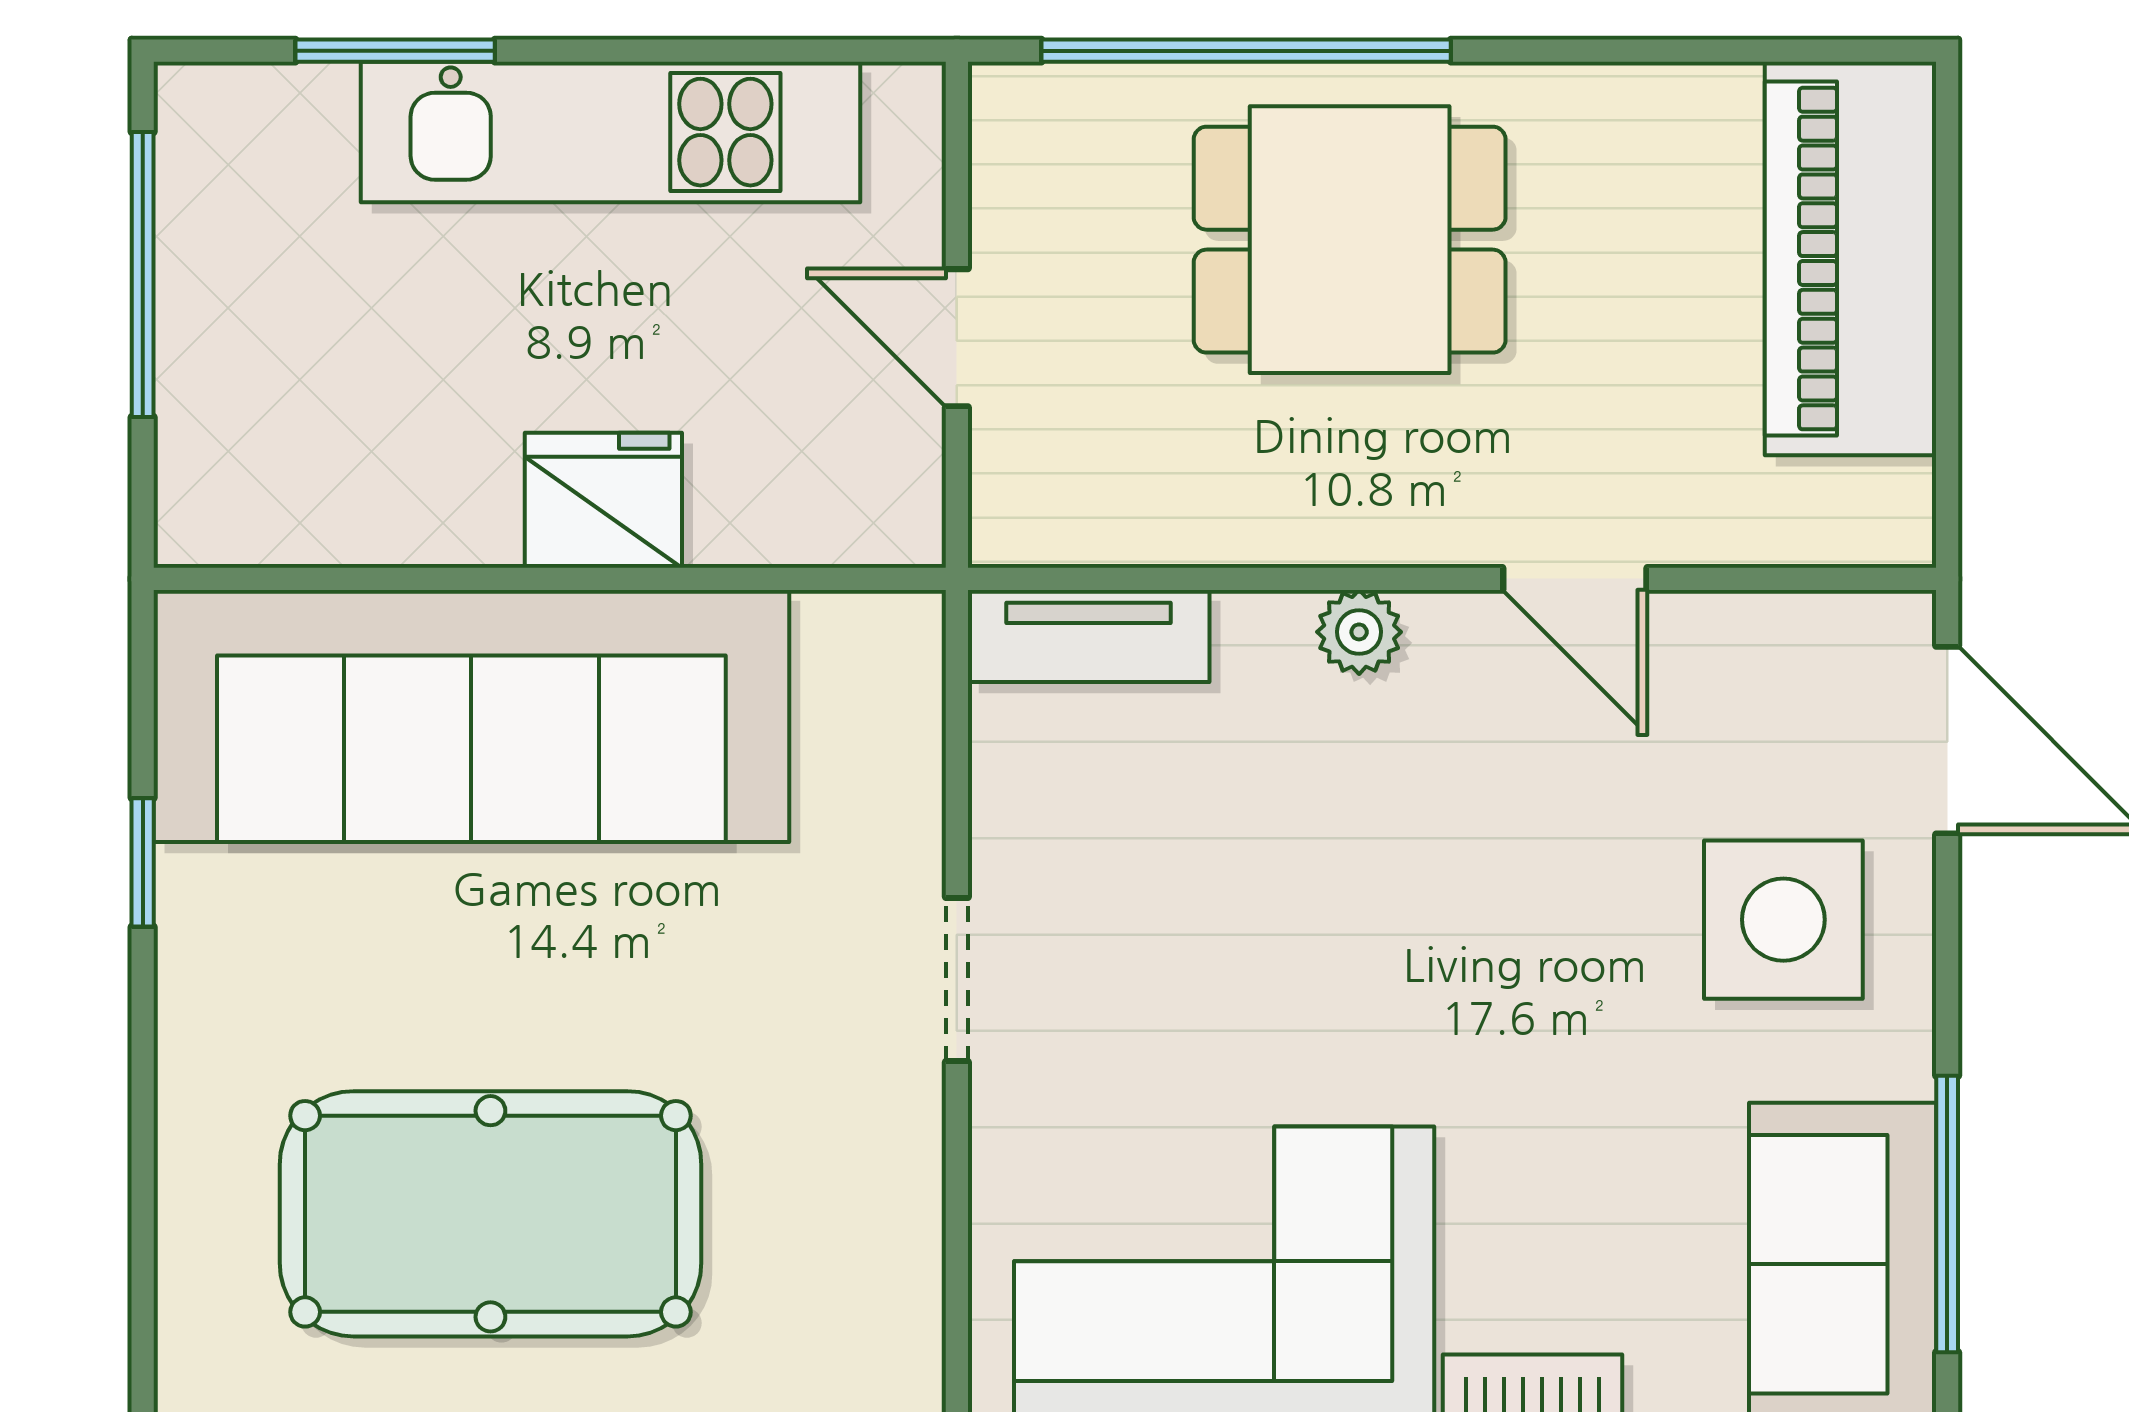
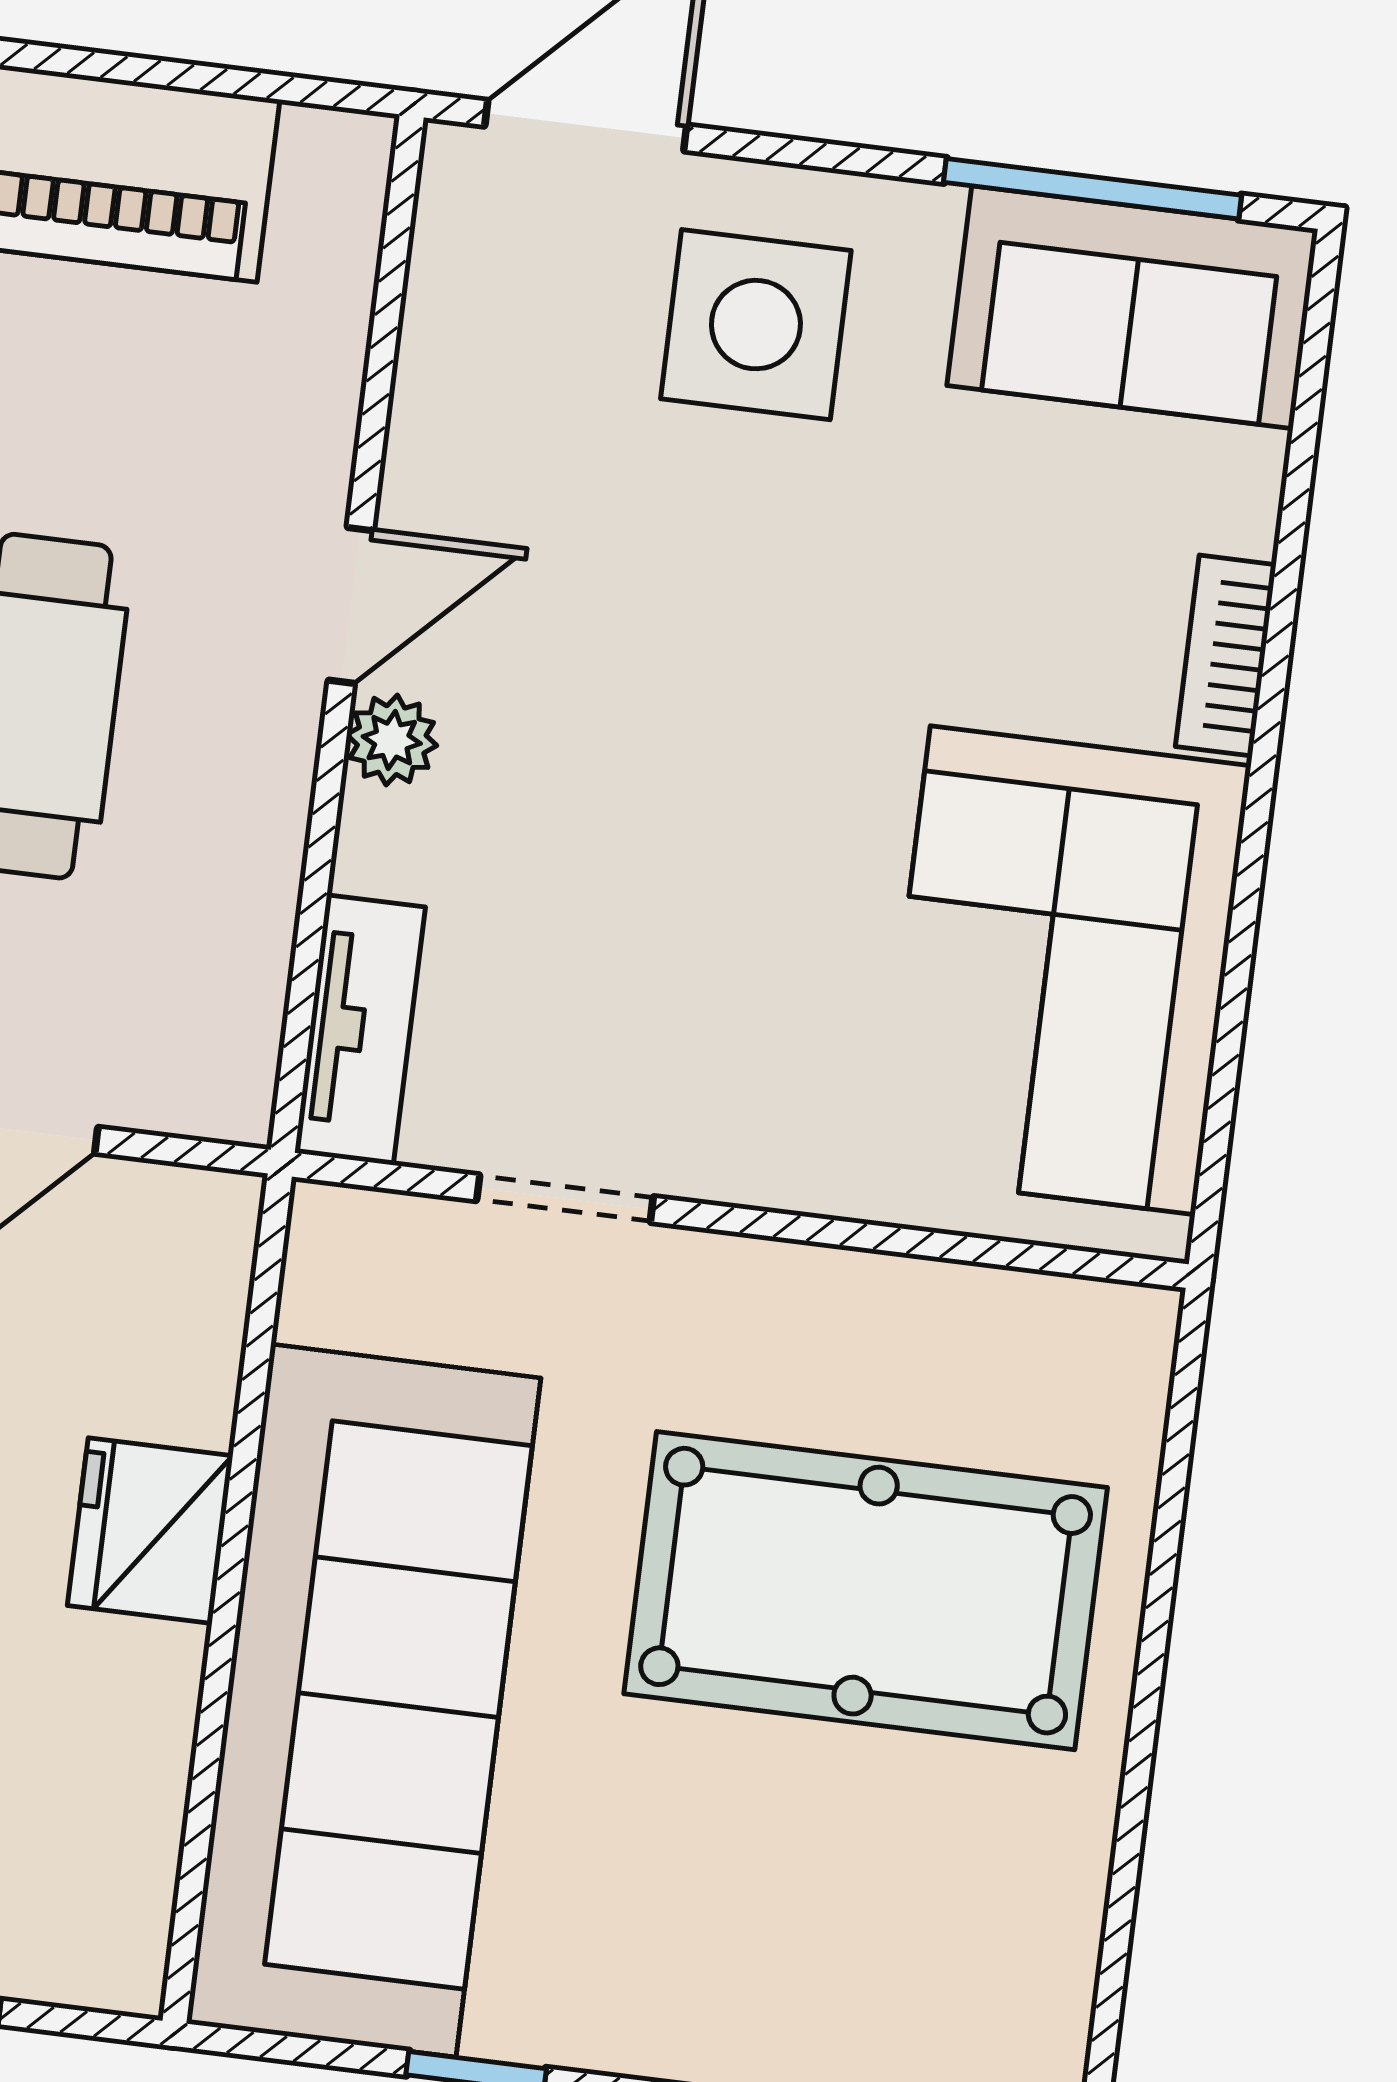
door: (1575, 579) -> (351, 605), moved
doorway: (957, 980) -> (565, 1199), moved
pool table: (490, 1214) -> (866, 1591), moved, turned 90

